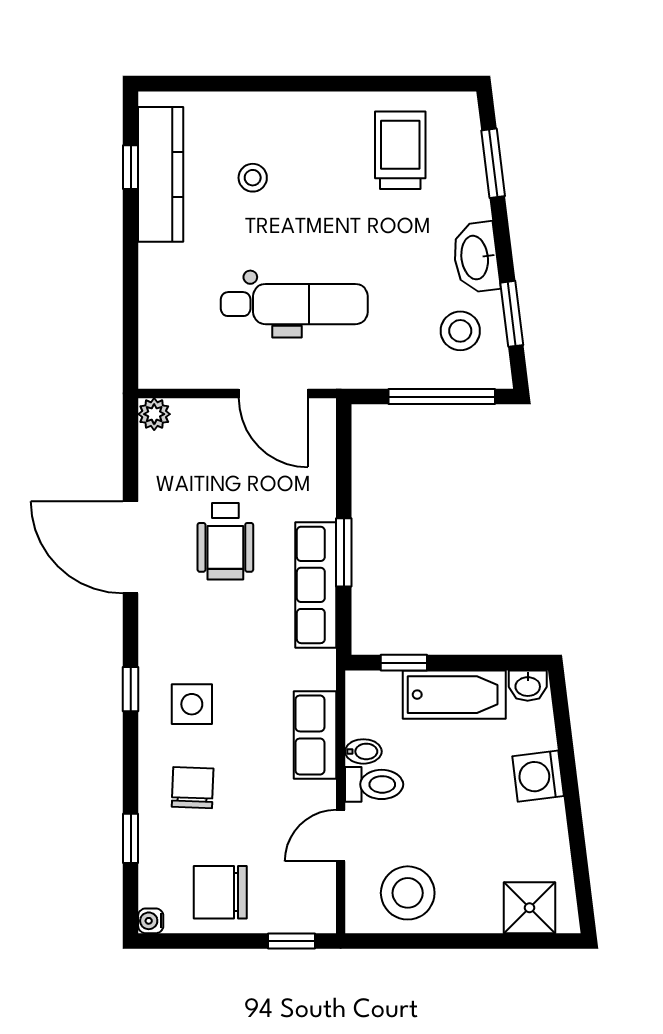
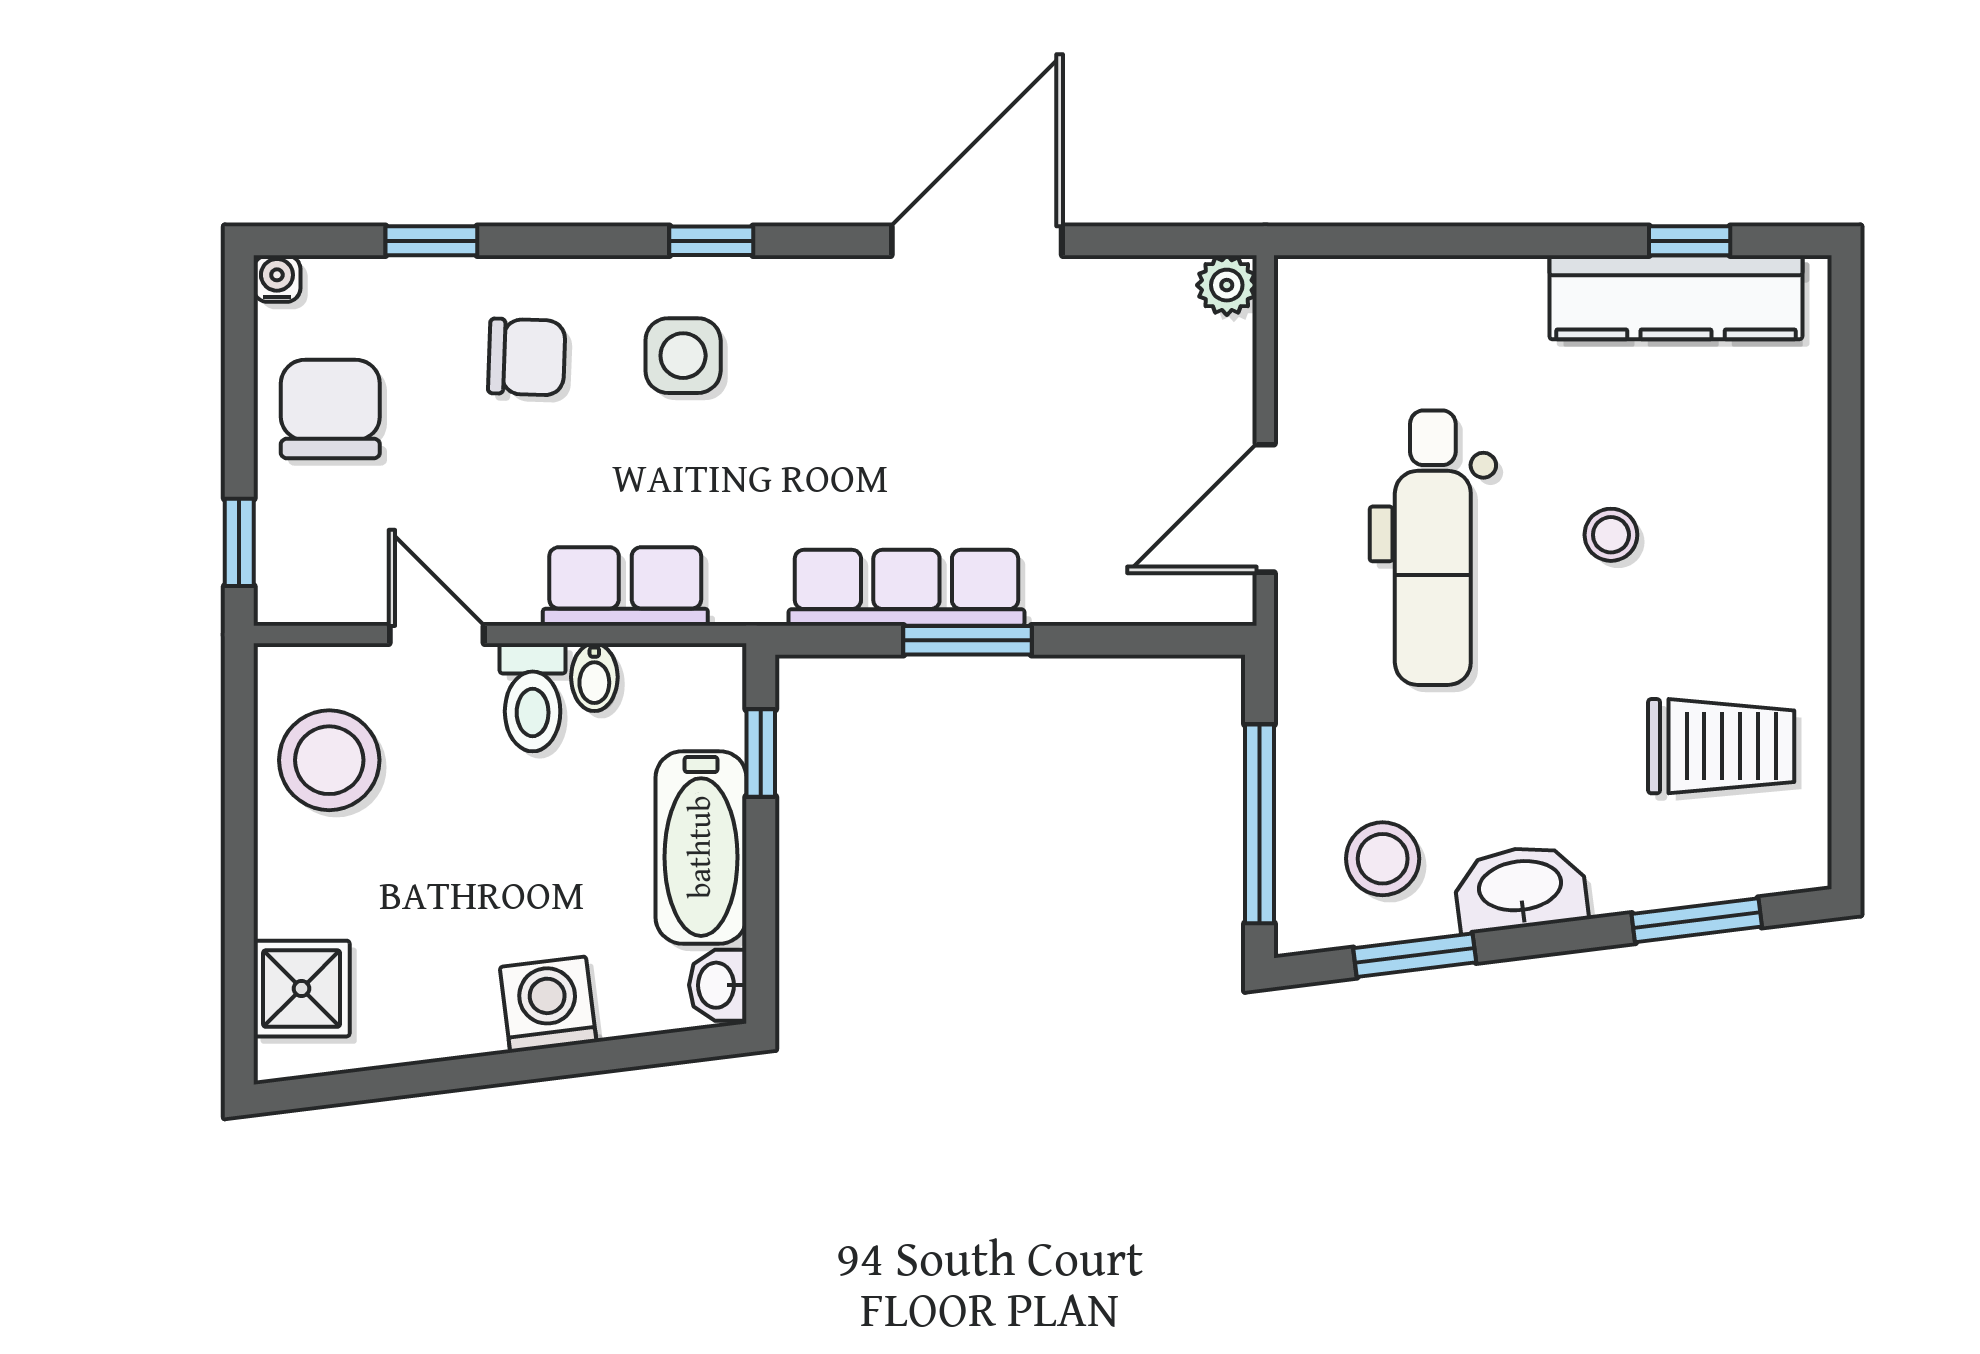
stool: (253, 178) -> (1611, 535), moved
wheelchair: (225, 541) -> (988, 419), removed

